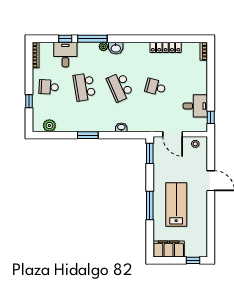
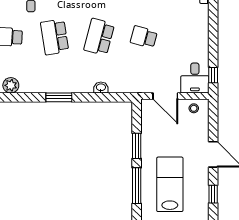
school desk: (120, 87) -> (99, 37), turned 39
desk: (195, 106) -> (195, 78), moved, turned 90
window: (150, 153) -> (137, 146), moved
window: (211, 212) -> (213, 194), added

